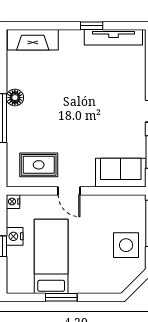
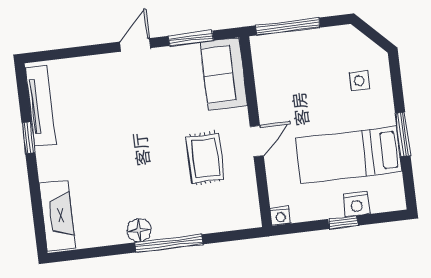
rug: (39, 165) -> (205, 158), moved
nightstand: (15, 236) -> (356, 204), moved
side table: (126, 245) -> (359, 81), moved, width x0.54, depth x0.54

